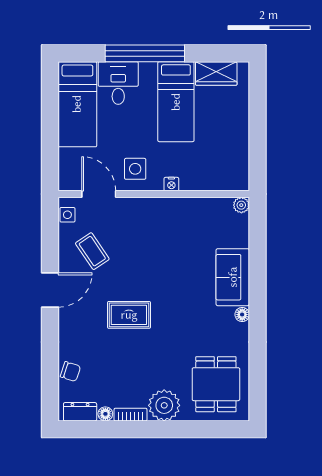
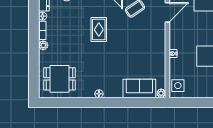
side table: (135, 169) -> (178, 86), moved
sofa: (233, 277) -> (139, 88), moved
plant: (164, 405) -> (43, 45), width x0.53, depth x0.53

